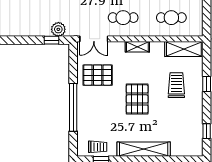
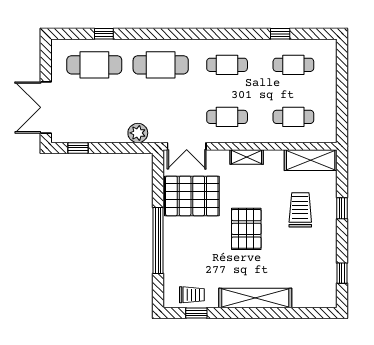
window: (51, 40) -> (78, 148), moved
pallet: (98, 75) -> (192, 196), width x1.37, depth x1.41

